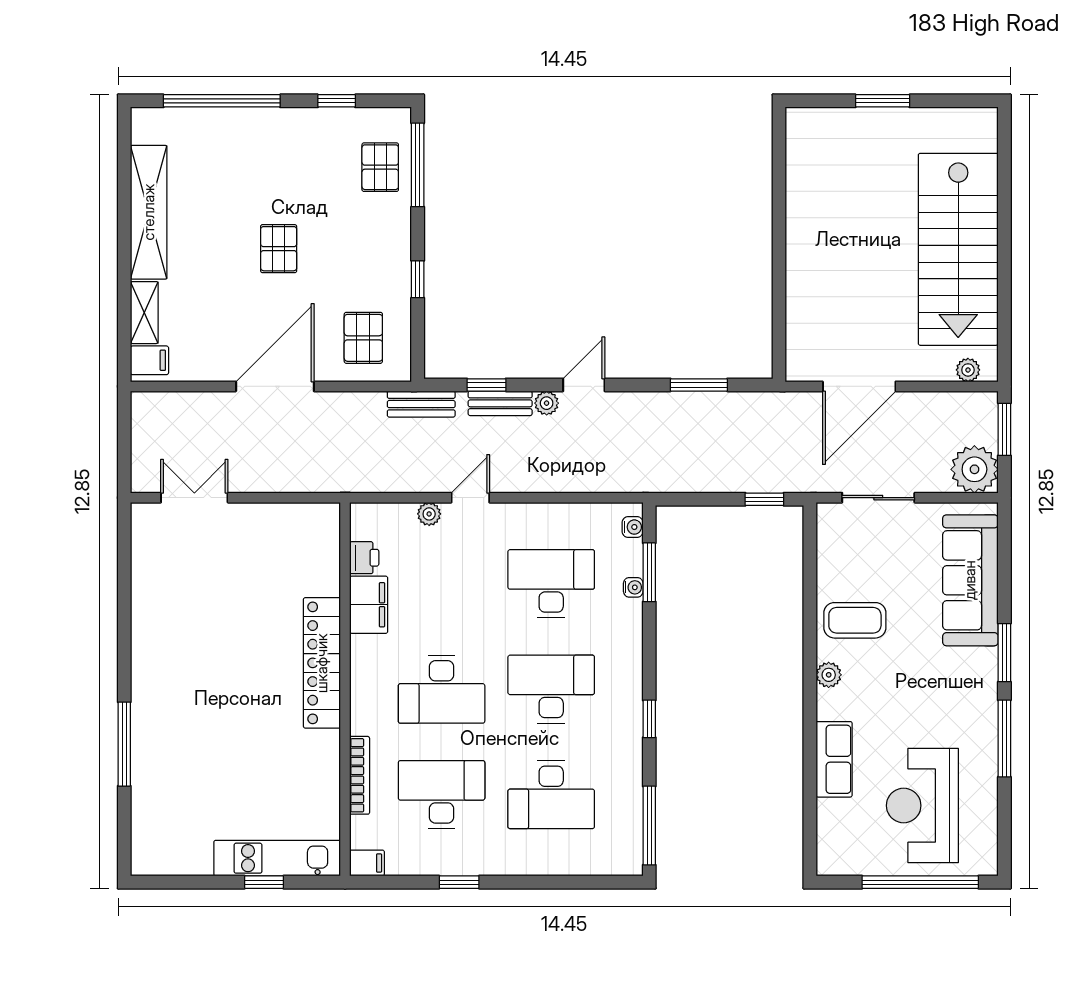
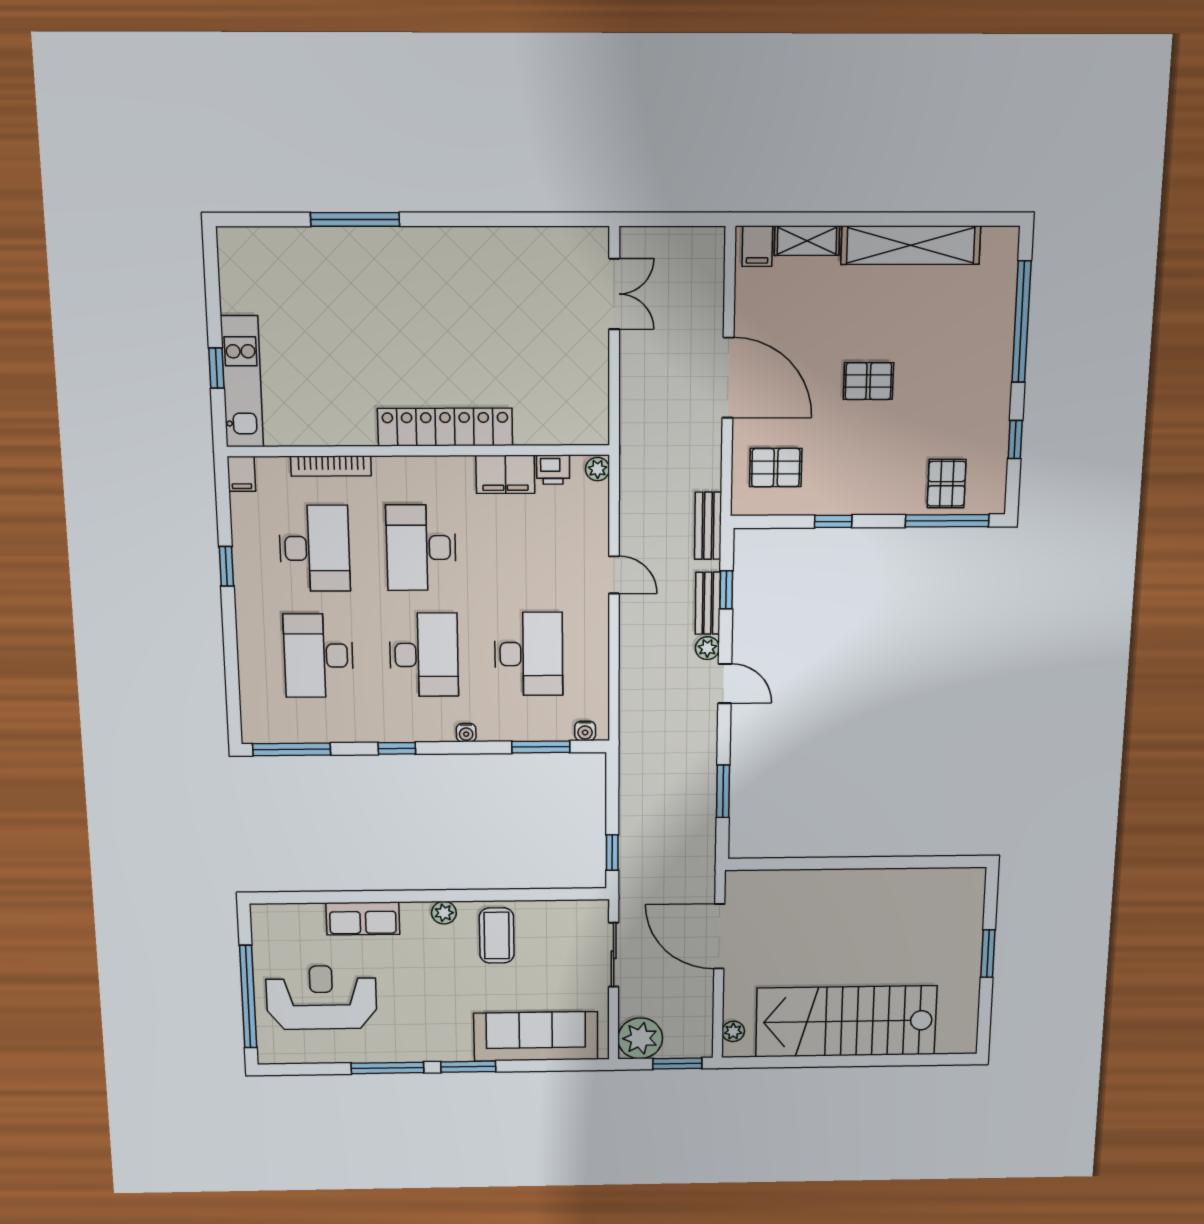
pallet: (380, 167) -> (947, 484), turned 90
plant: (429, 514) -> (598, 469), moved
water cooler: (633, 587) -> (466, 733), moved

